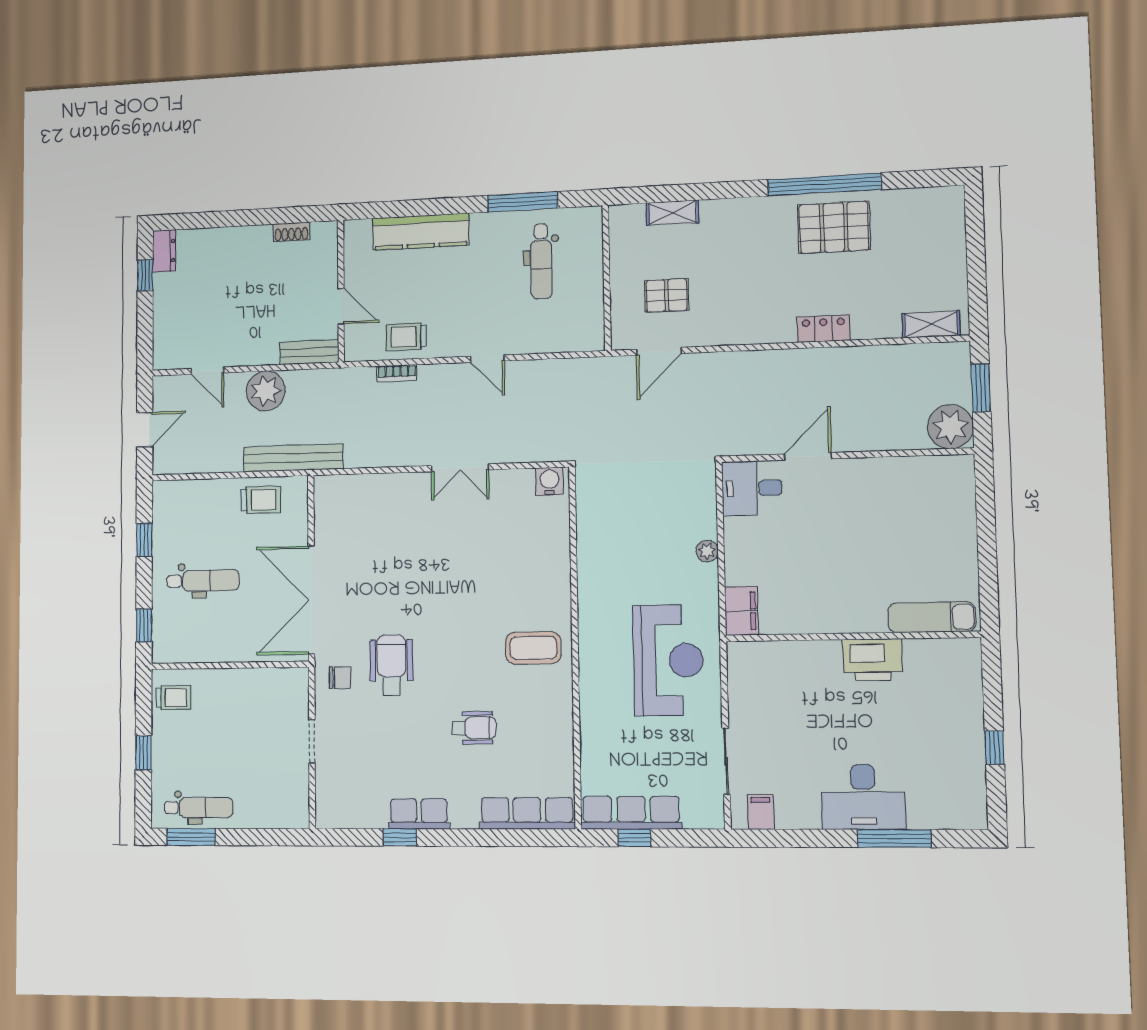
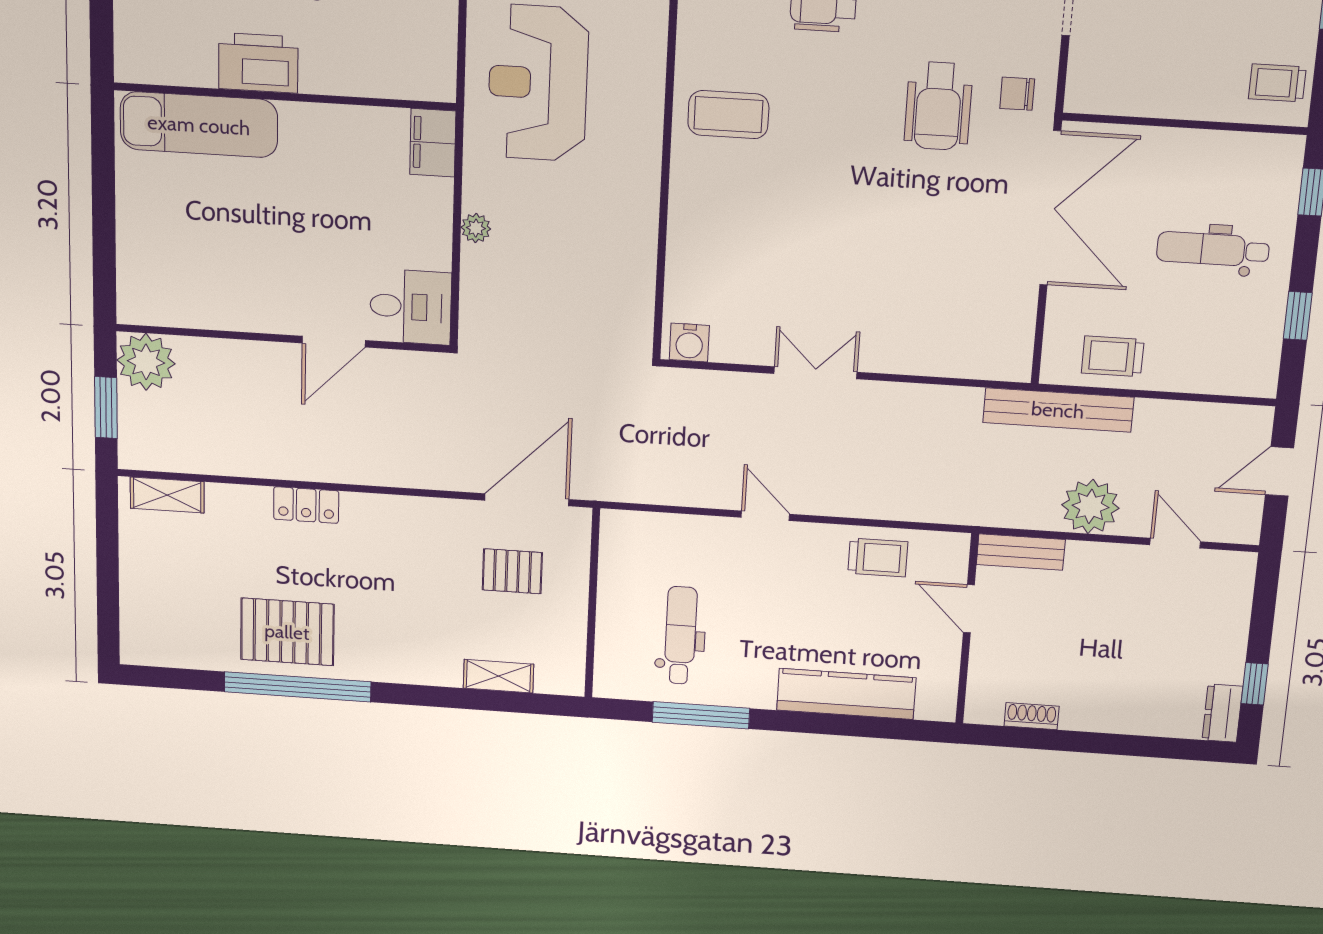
door: (659, 351) -> (527, 500), width x1.36
bookcase: (397, 373) -> (896, 510), removed
exam couch: (932, 617) -> (199, 125), width x1.36, depth x1.45

